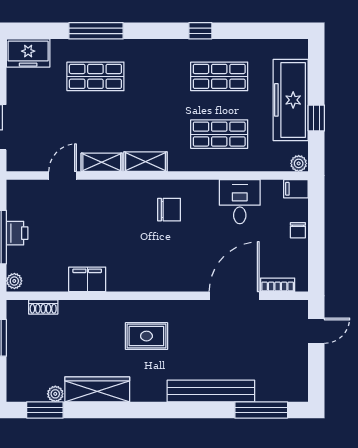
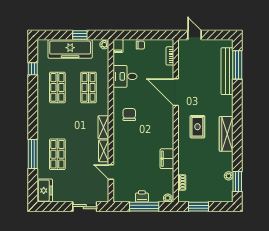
window: (200, 31) -> (33, 69), moved
door: (234, 296) -> (176, 92), moved
wardrobe: (97, 389) -> (226, 134), moved
bench: (211, 391) -> (227, 71), moved

